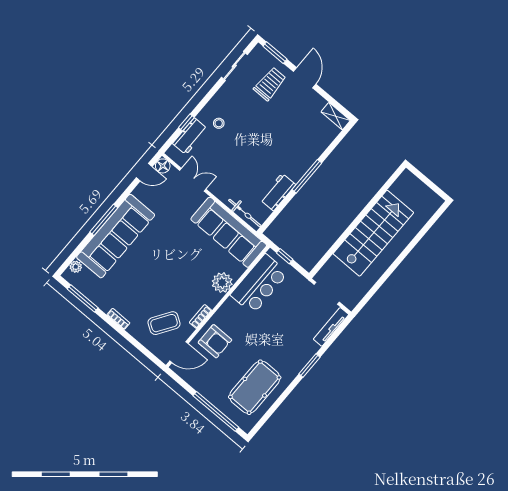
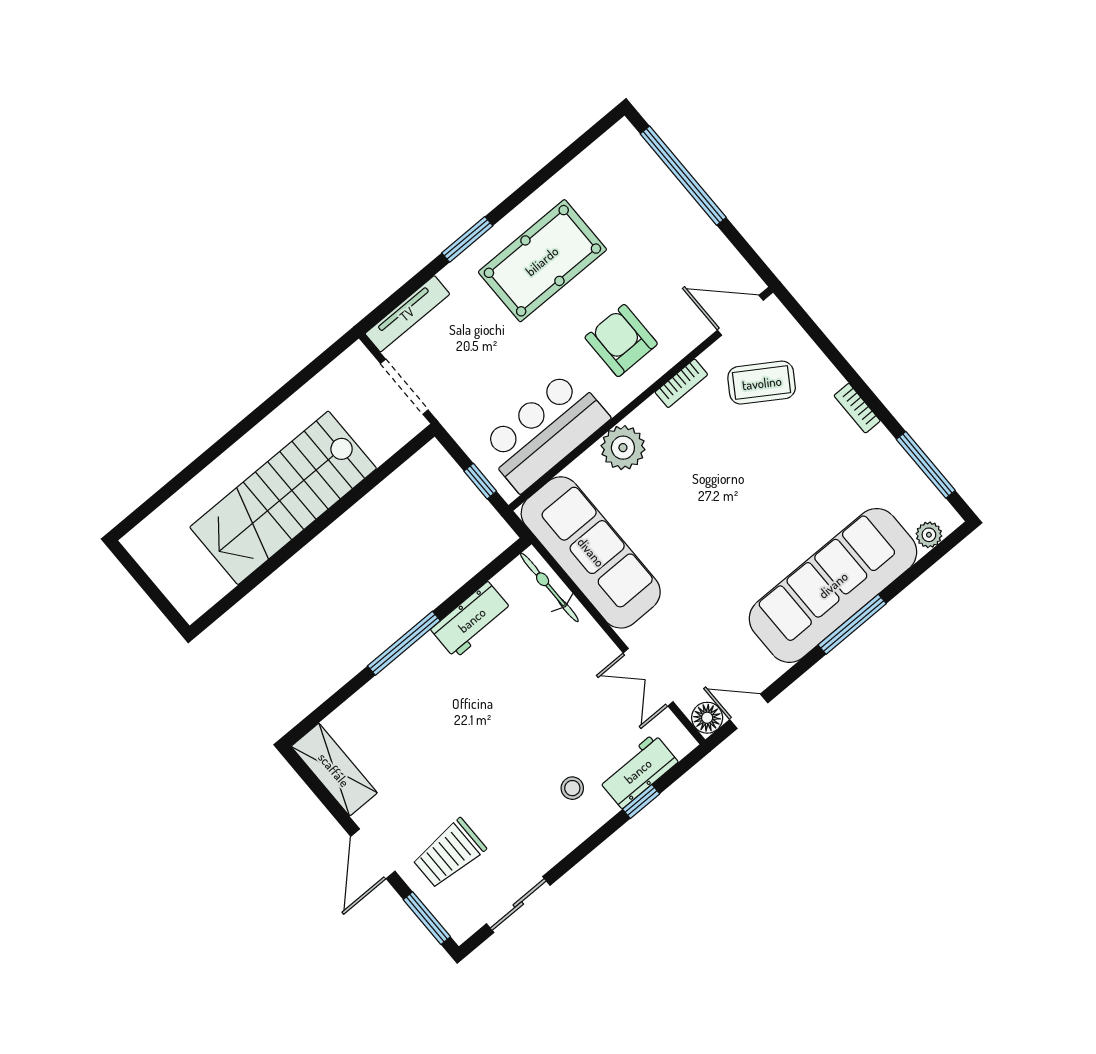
shelving: (336, 116) -> (334, 770), width x1.50, depth x1.33
armchair: (215, 341) -> (621, 341), moved
pool table: (255, 387) -> (542, 261), moved

